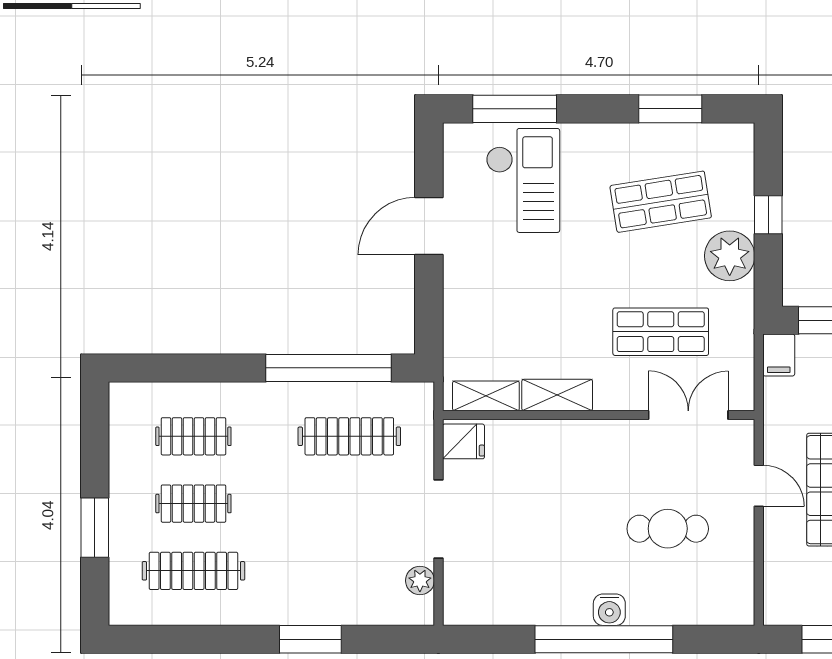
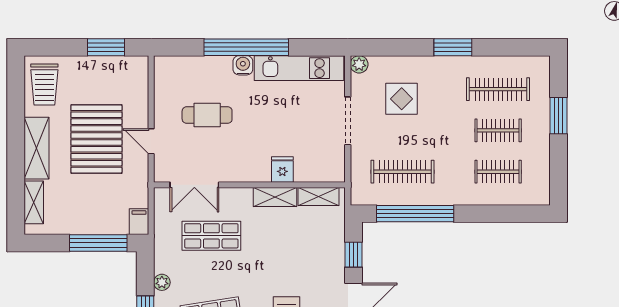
plant: (730, 256) -> (162, 282), width x0.53, depth x0.53
window: (429, 301) -> (354, 255), added
fridge: (463, 441) -> (282, 169), moved, turned 90
display table: (351, 555) -> (402, 99), added
plant: (420, 581) -> (359, 64), moved
kitchen unit: (518, 605) -> (299, 68), added
window: (310, 639) -> (453, 47), moved

